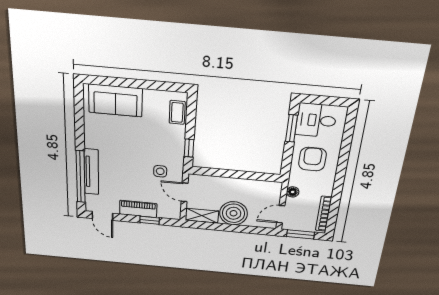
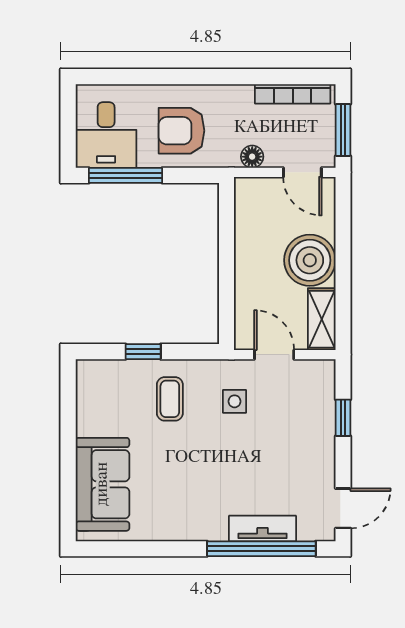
coffee table: (177, 112) -> (170, 399), moved, turned 90
window: (291, 128) -> (125, 175), width x1.44
window: (189, 148) -> (143, 352), moved
tv unit: (91, 172) -> (263, 528), width x0.71
door: (185, 192) -> (274, 355), swing flipped
piano: (138, 209) -> (320, 440), removed

